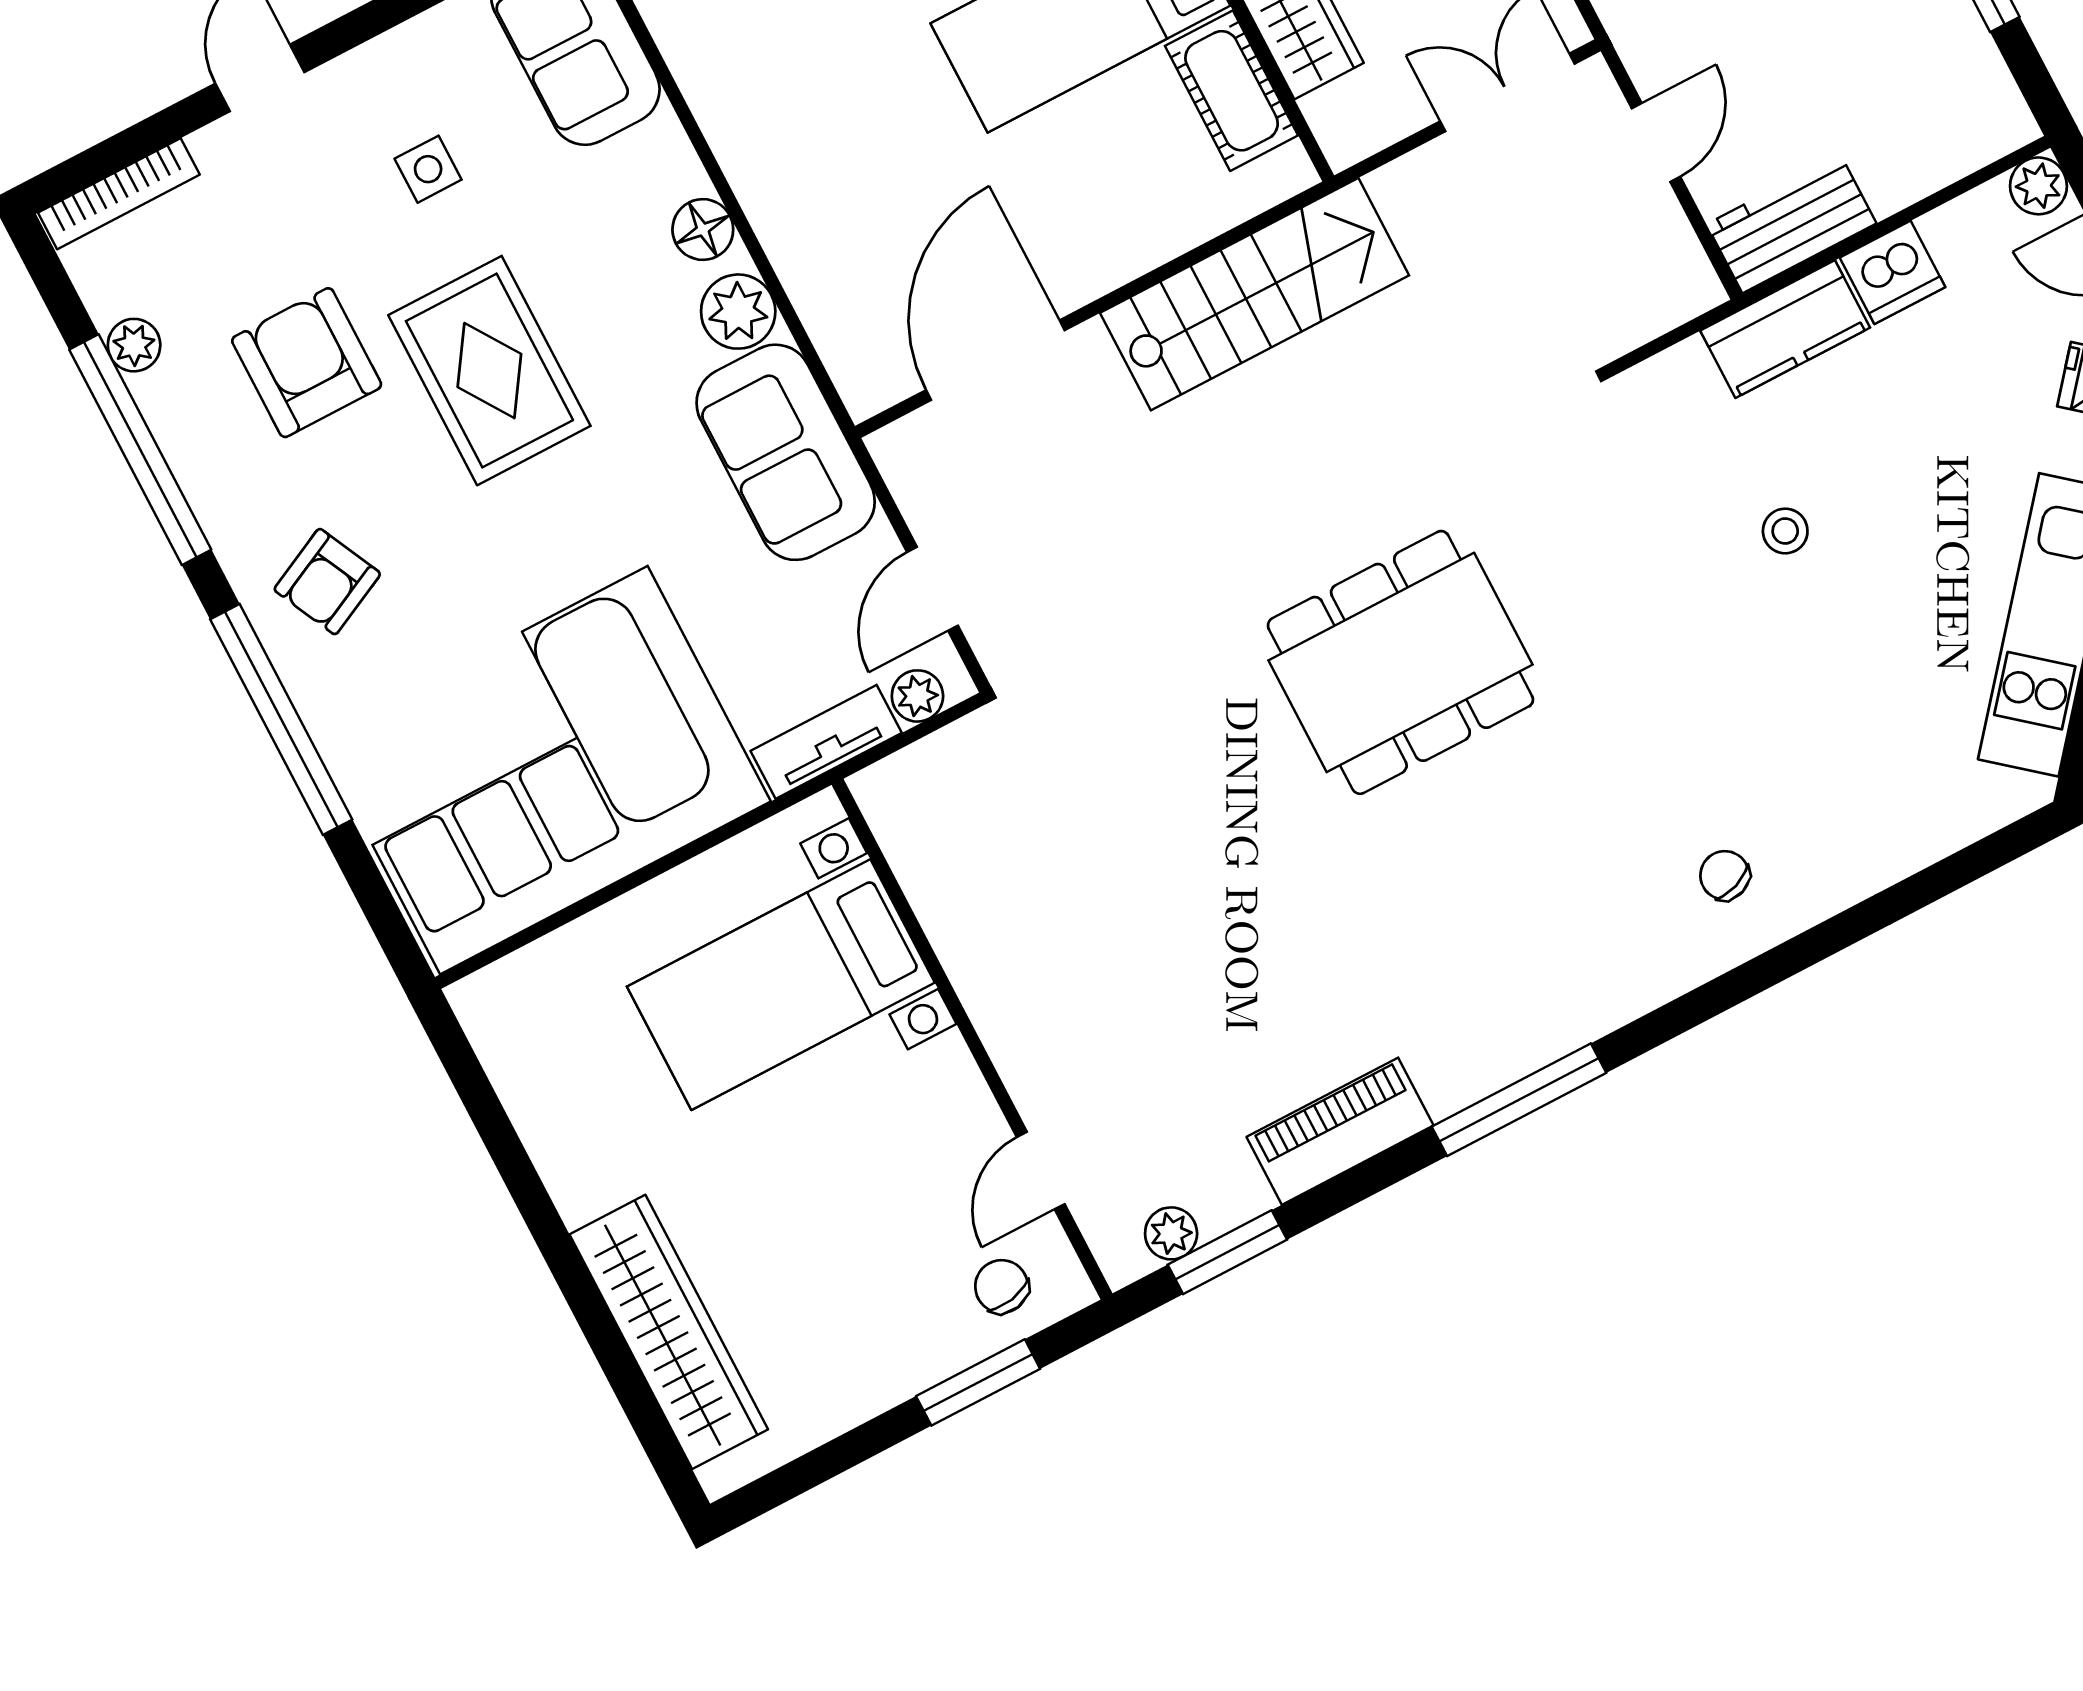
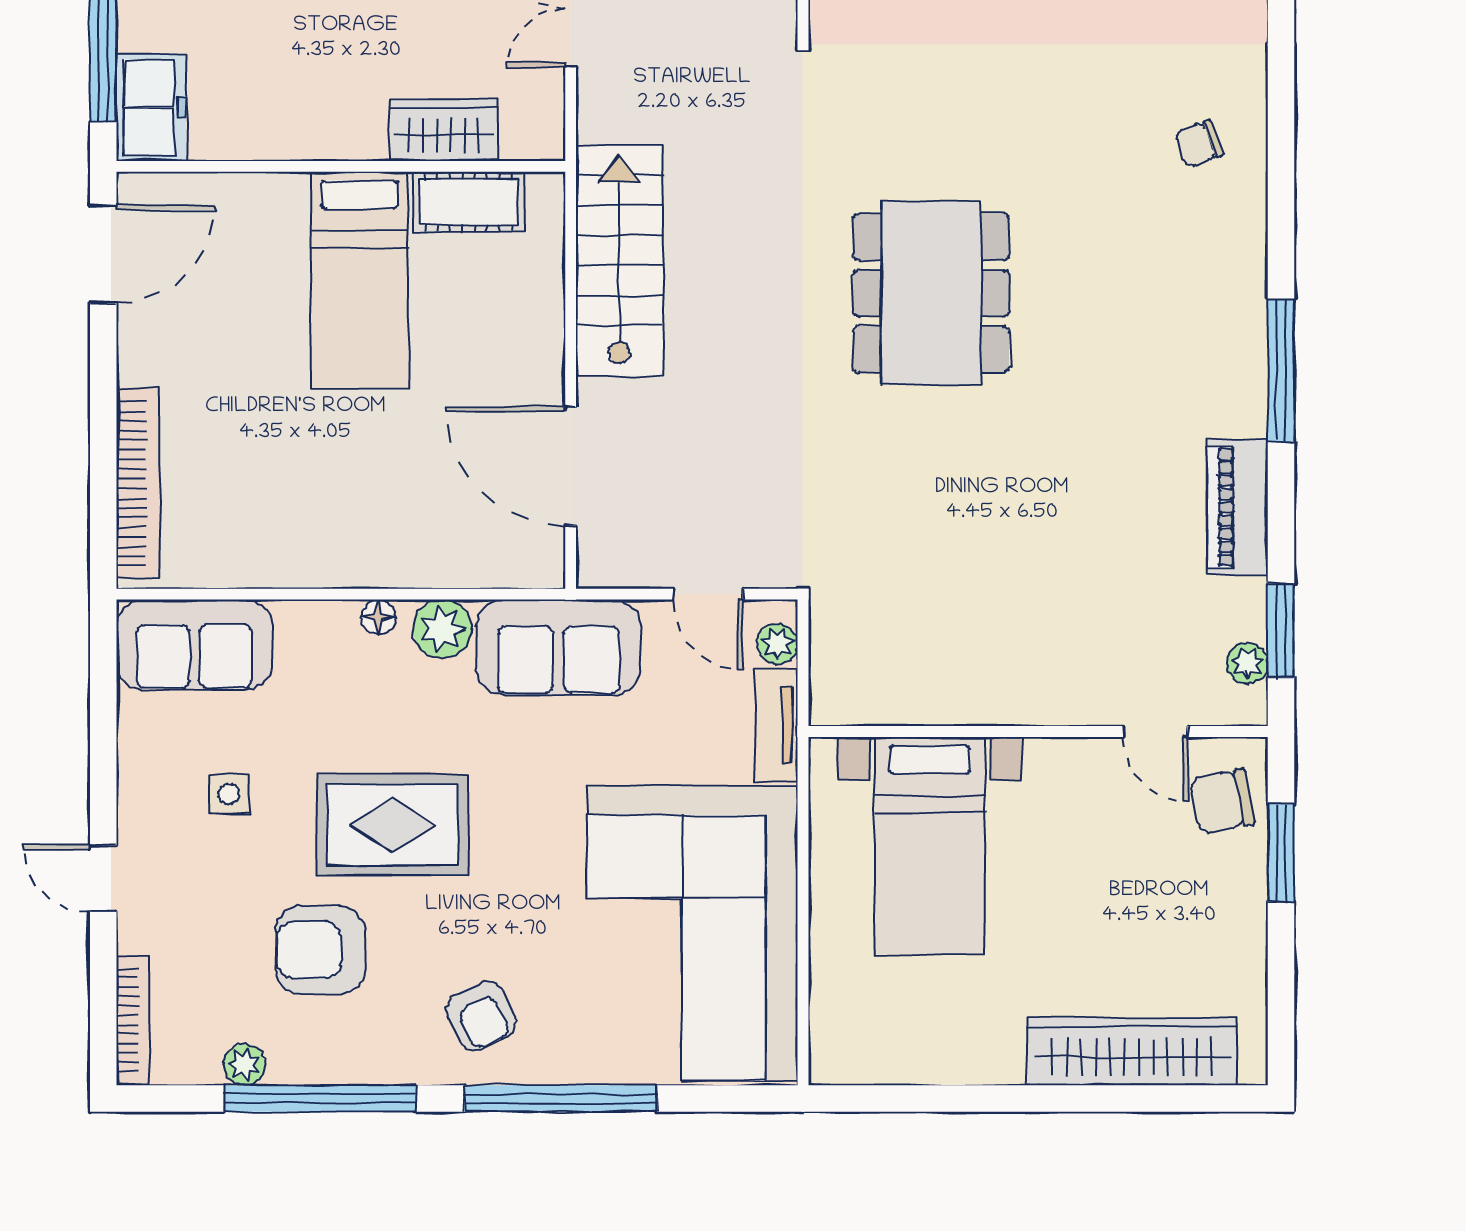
floor lamp: (703, 230) -> (378, 617), width x0.73, depth x0.73
chair: (1002, 1286) -> (1222, 801), width x1.37, depth x1.37

